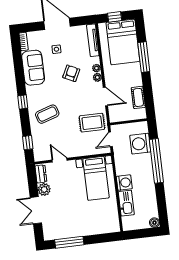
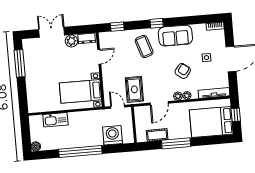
window: (144, 57) -> (176, 143), moved
sofa: (33, 68) -> (175, 36), moved
armchair: (71, 73) -> (183, 71), turned -79
window: (156, 161) -> (80, 152), moved
washing machine: (124, 183) -> (75, 119), removed

